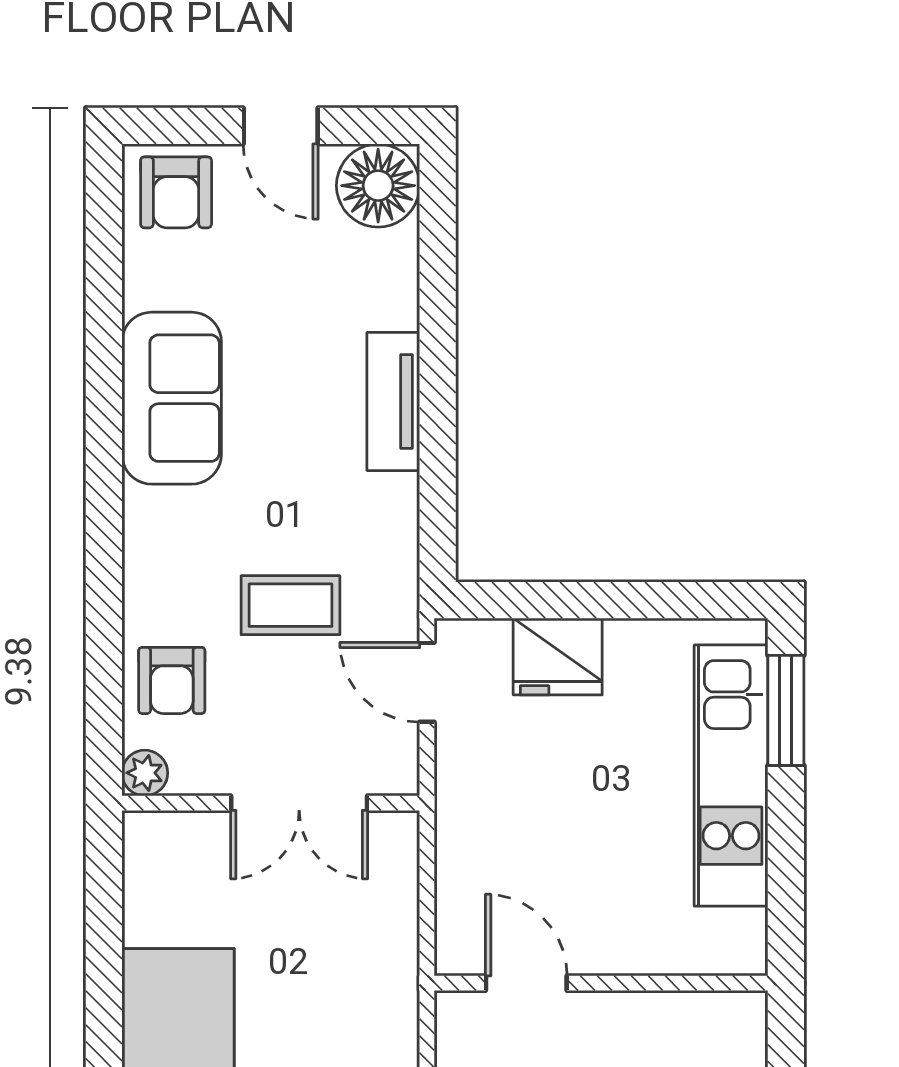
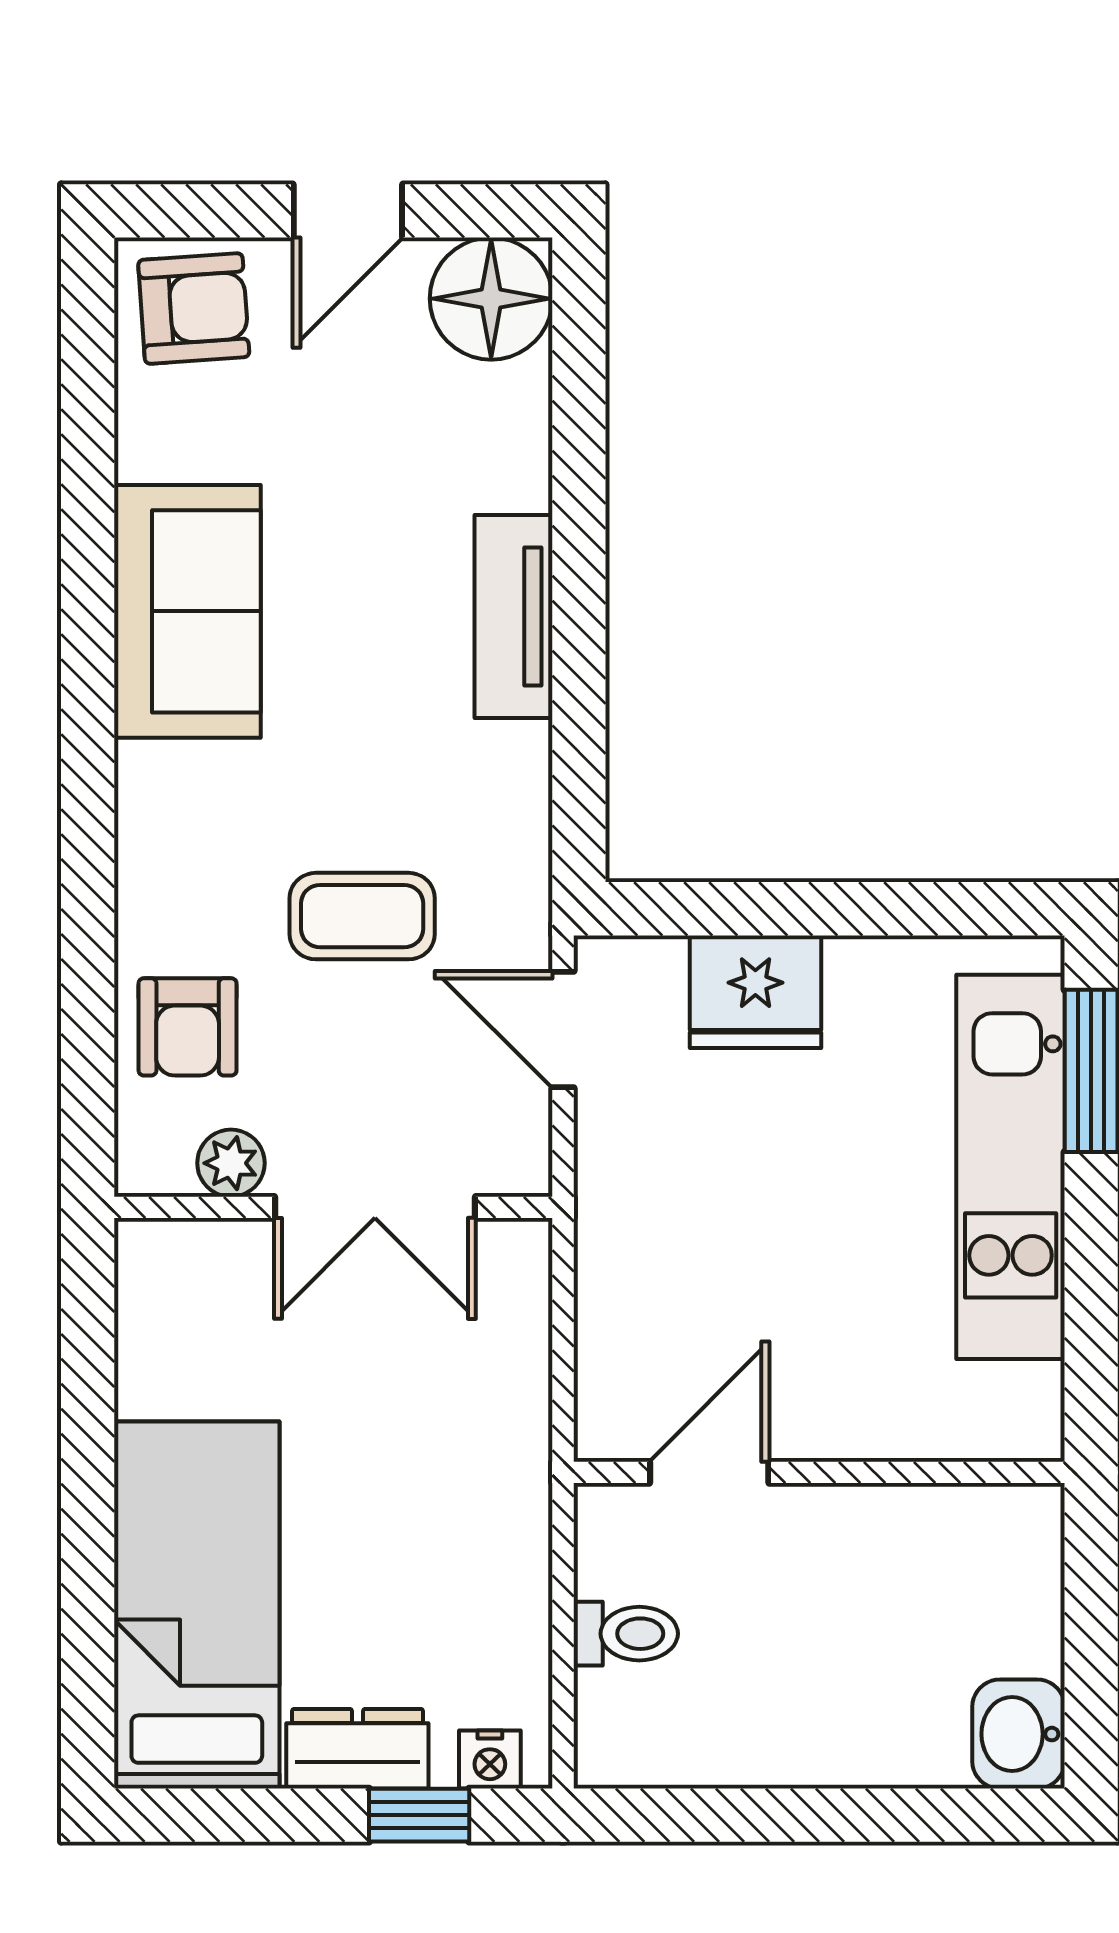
door: (281, 126) -> (348, 211), hinge flipped
armchair: (176, 192) -> (194, 308), turned -94
plant: (145, 773) -> (231, 1163), moved
door: (526, 983) -> (709, 1472), hinge flipped

